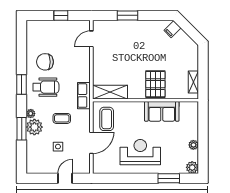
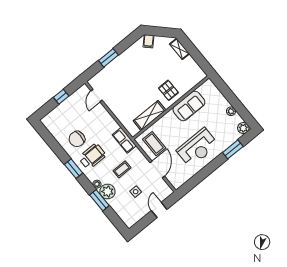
shelving: (193, 82) -> (180, 49), moved
pallet: (155, 84) -> (168, 90), width x0.67, depth x0.71
shelving: (110, 92) -> (149, 115), moved
reception desk: (140, 152) -> (197, 147), turned 180

